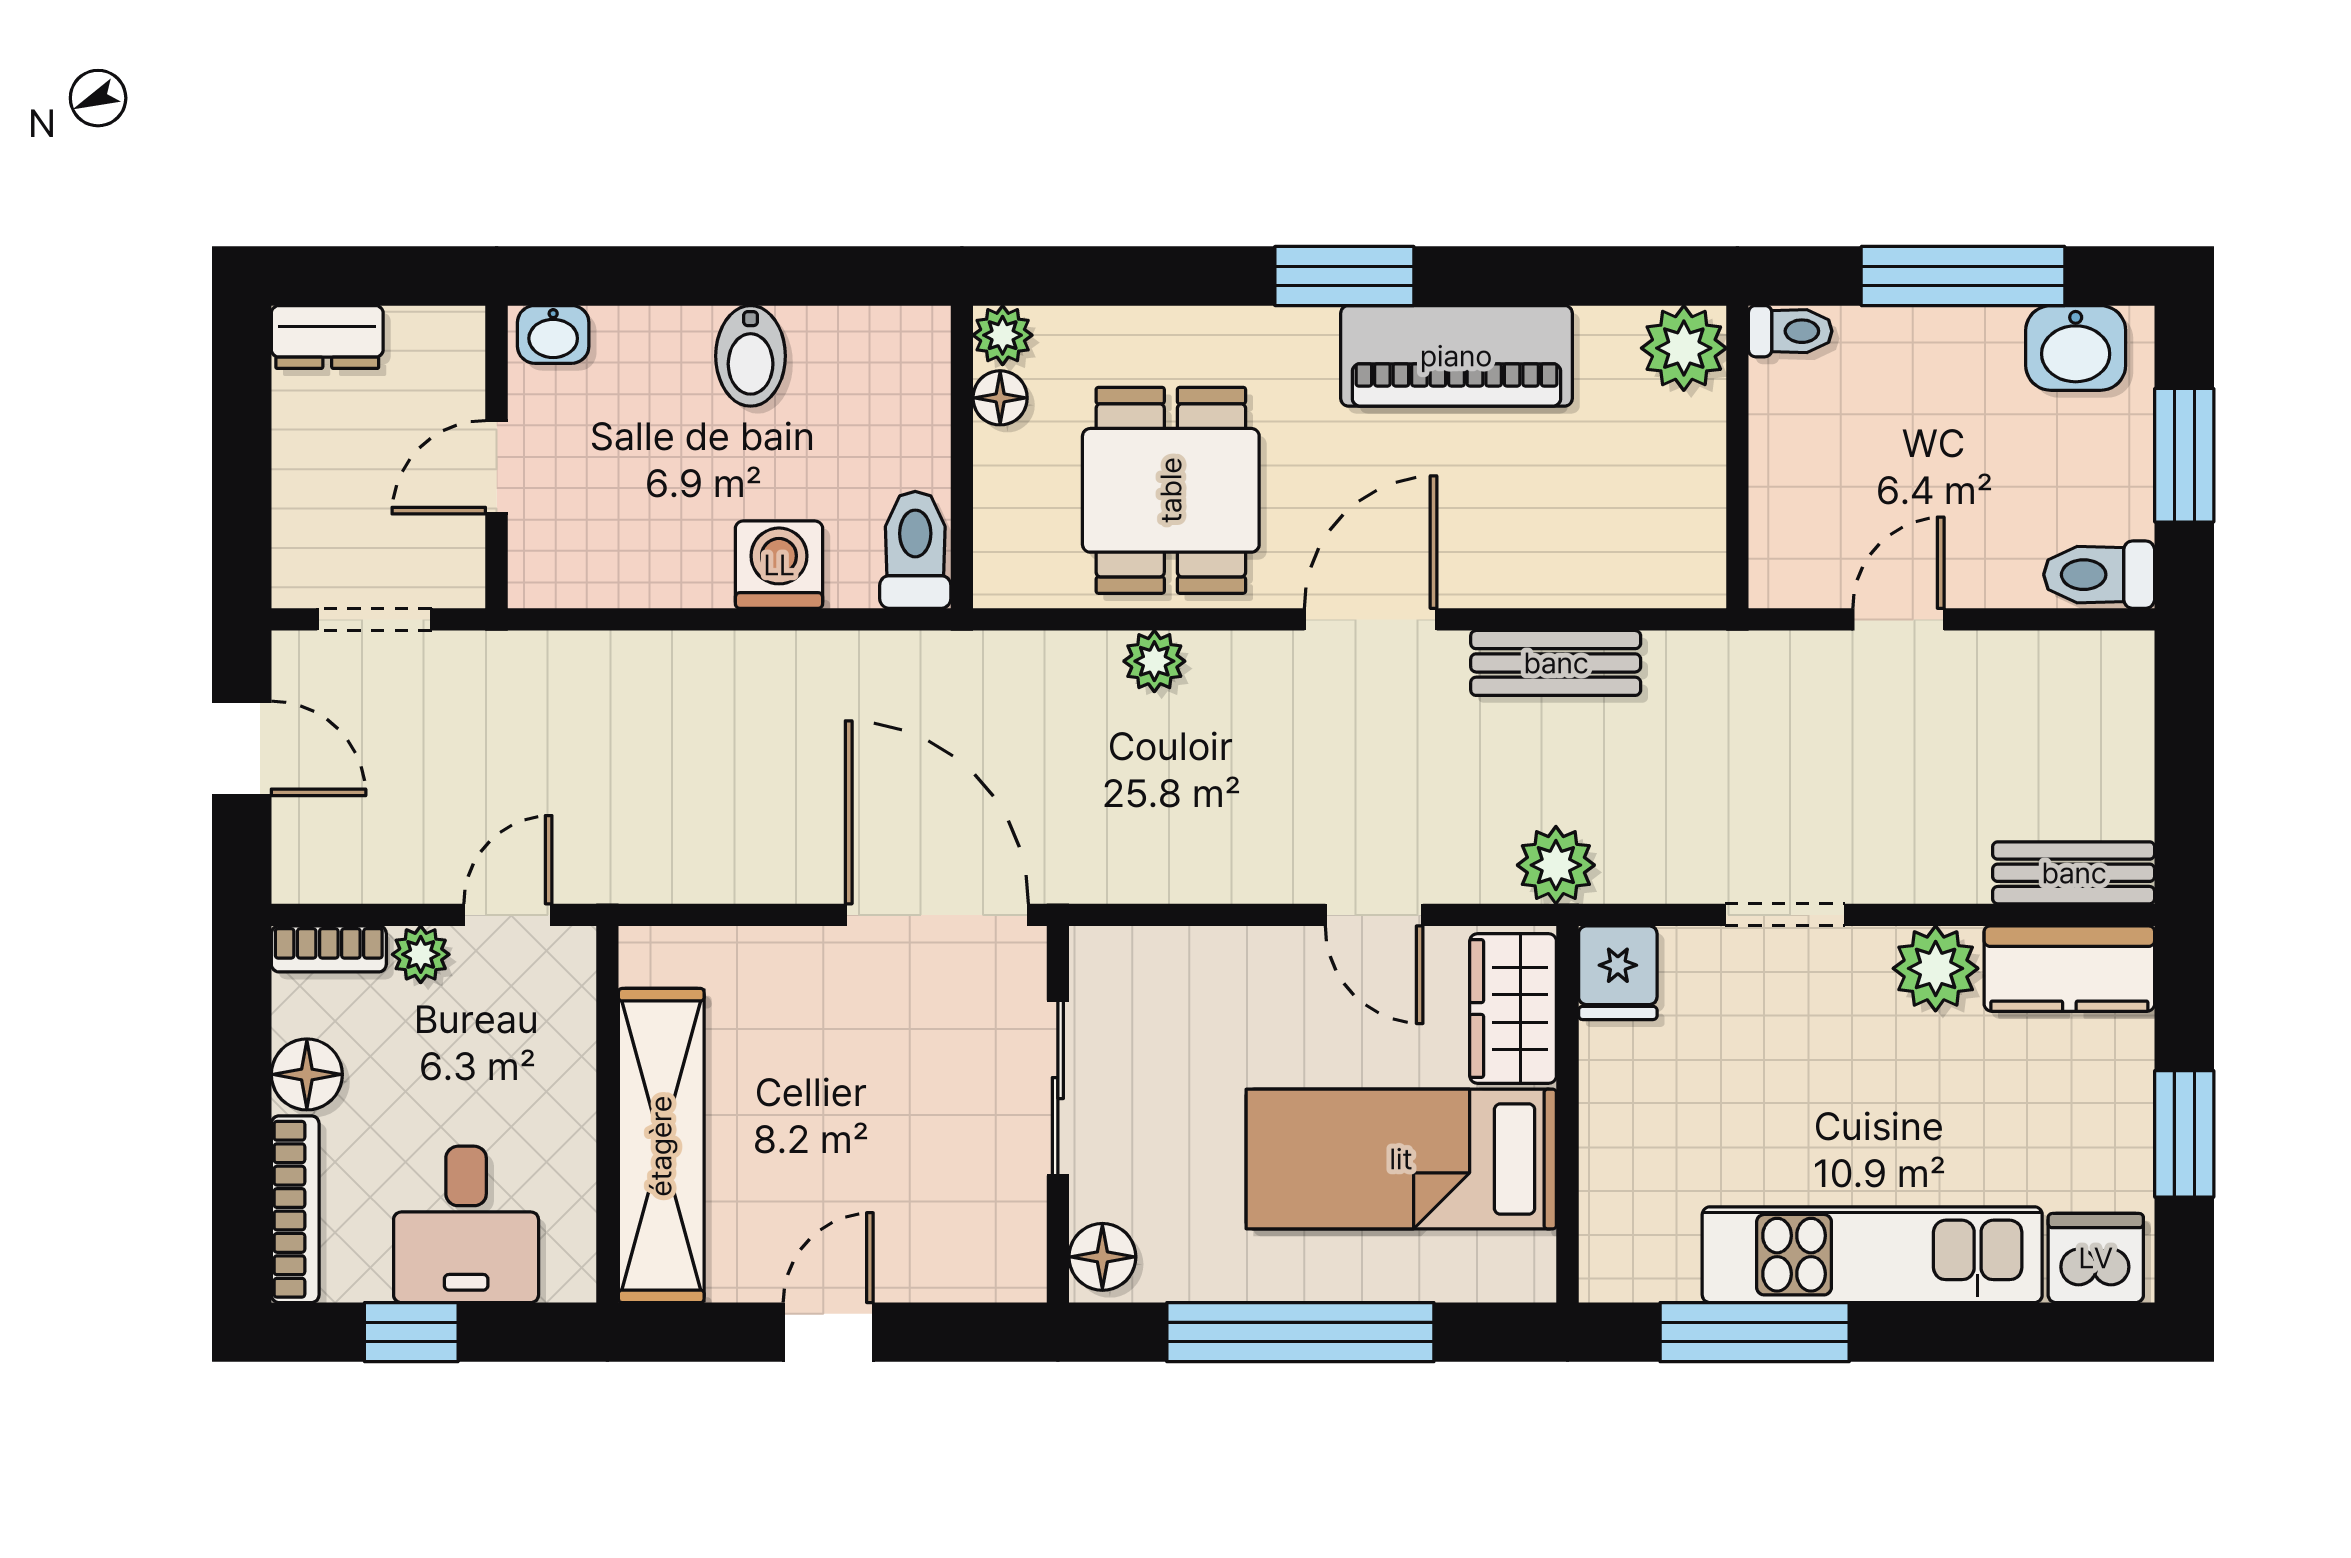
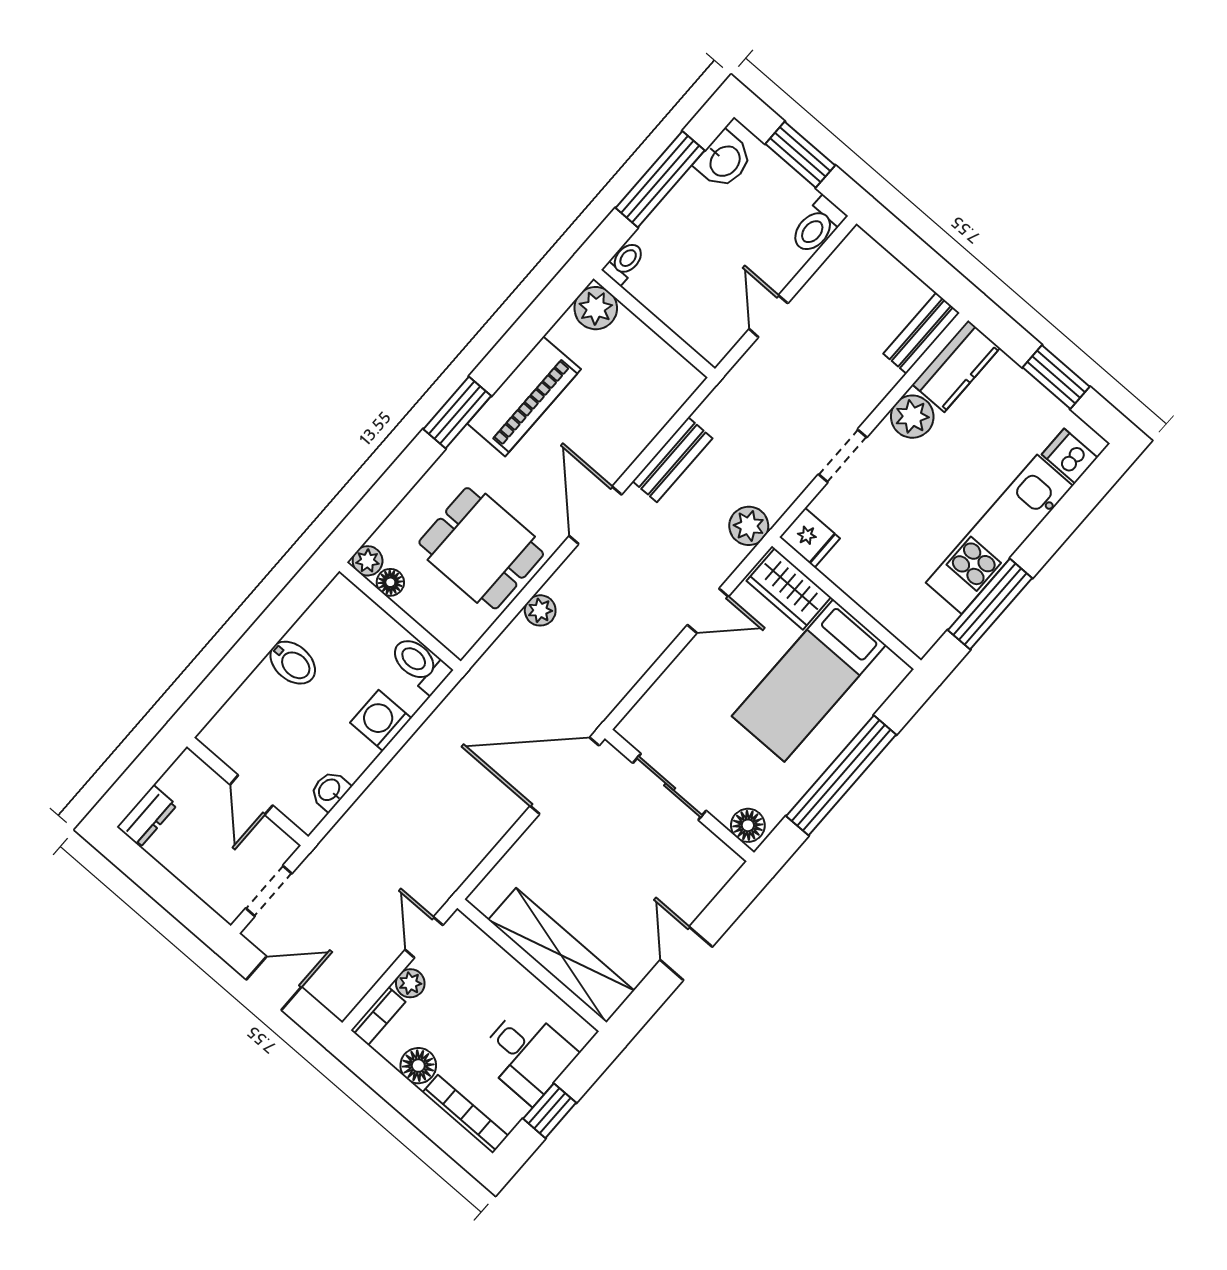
washbasin: (553, 334) -> (330, 790), moved, turned 180
dishwasher: (2096, 1258) -> (1070, 456), width x0.73

